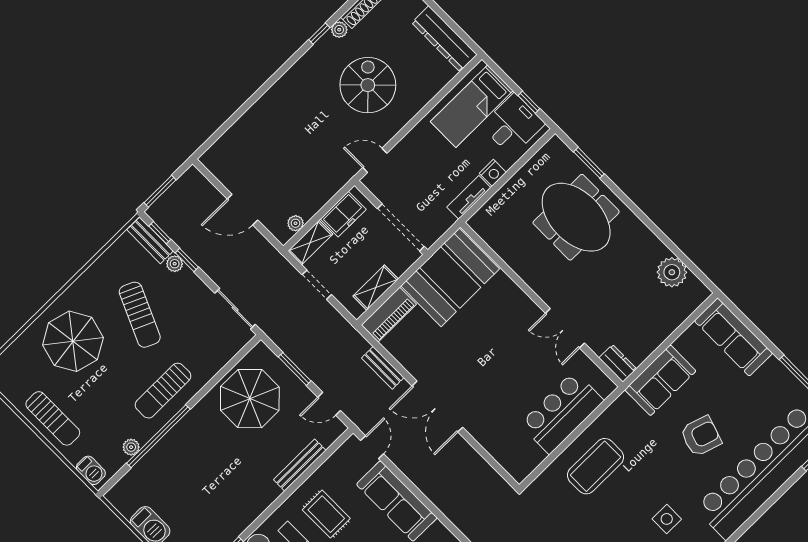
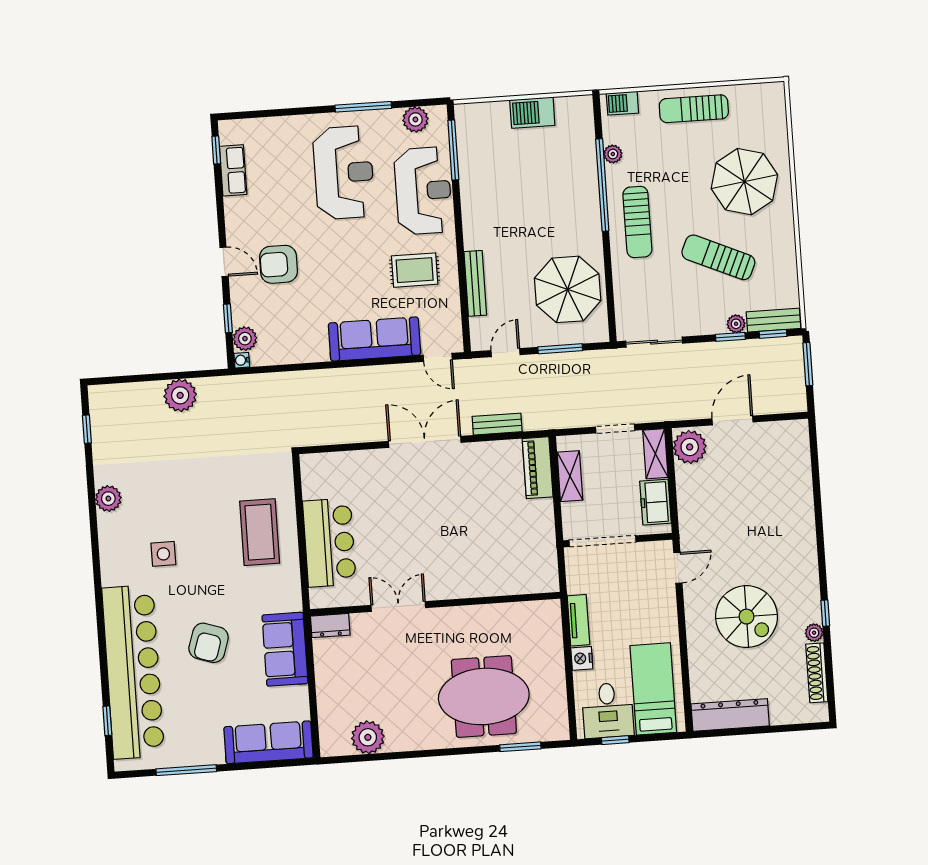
plant: (296, 223) -> (690, 447), width x1.88, depth x1.88
booth: (450, 277) -> (524, 547), removed
sun lounger: (163, 391) -> (637, 222), turned 180

